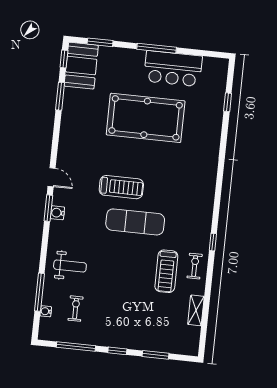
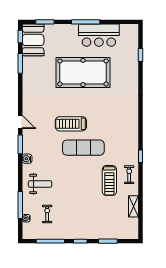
treadmill: (121, 187) -> (71, 124), turned 180
water cooler: (57, 213) -> (27, 159), moved

